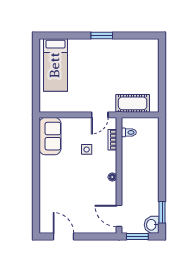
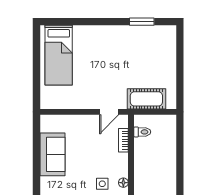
window: (102, 35) -> (142, 22), moved
sofa: (50, 136) -> (52, 154), moved
side table: (87, 149) -> (102, 184), moved

